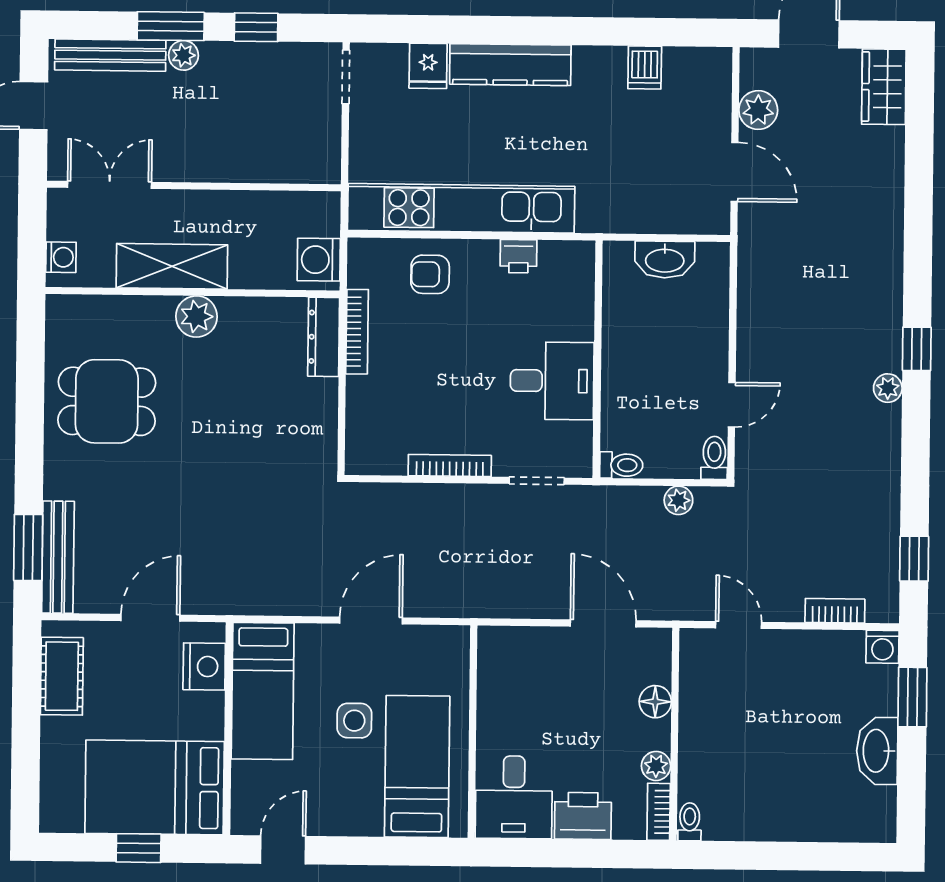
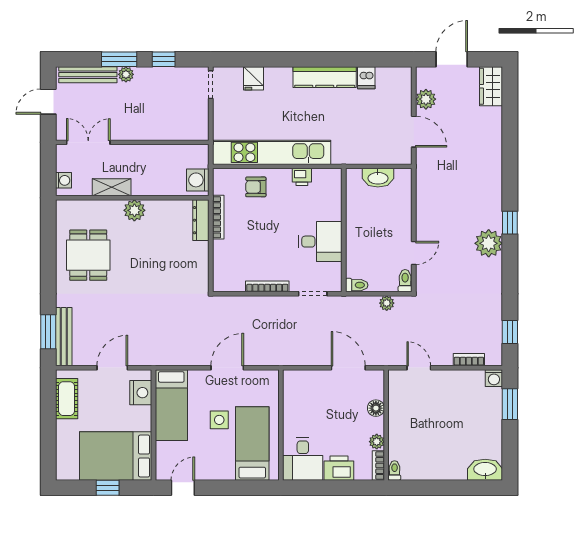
kitchen counter: (510, 65) -> (325, 77), moved
shelving: (172, 266) -> (112, 187), width x0.67, depth x0.75
plant: (888, 388) -> (489, 243), width x1.87, depth x1.87
dining table: (107, 401) -> (88, 255), turned 90
washbasin: (877, 751) -> (485, 470), moved, turned 90

